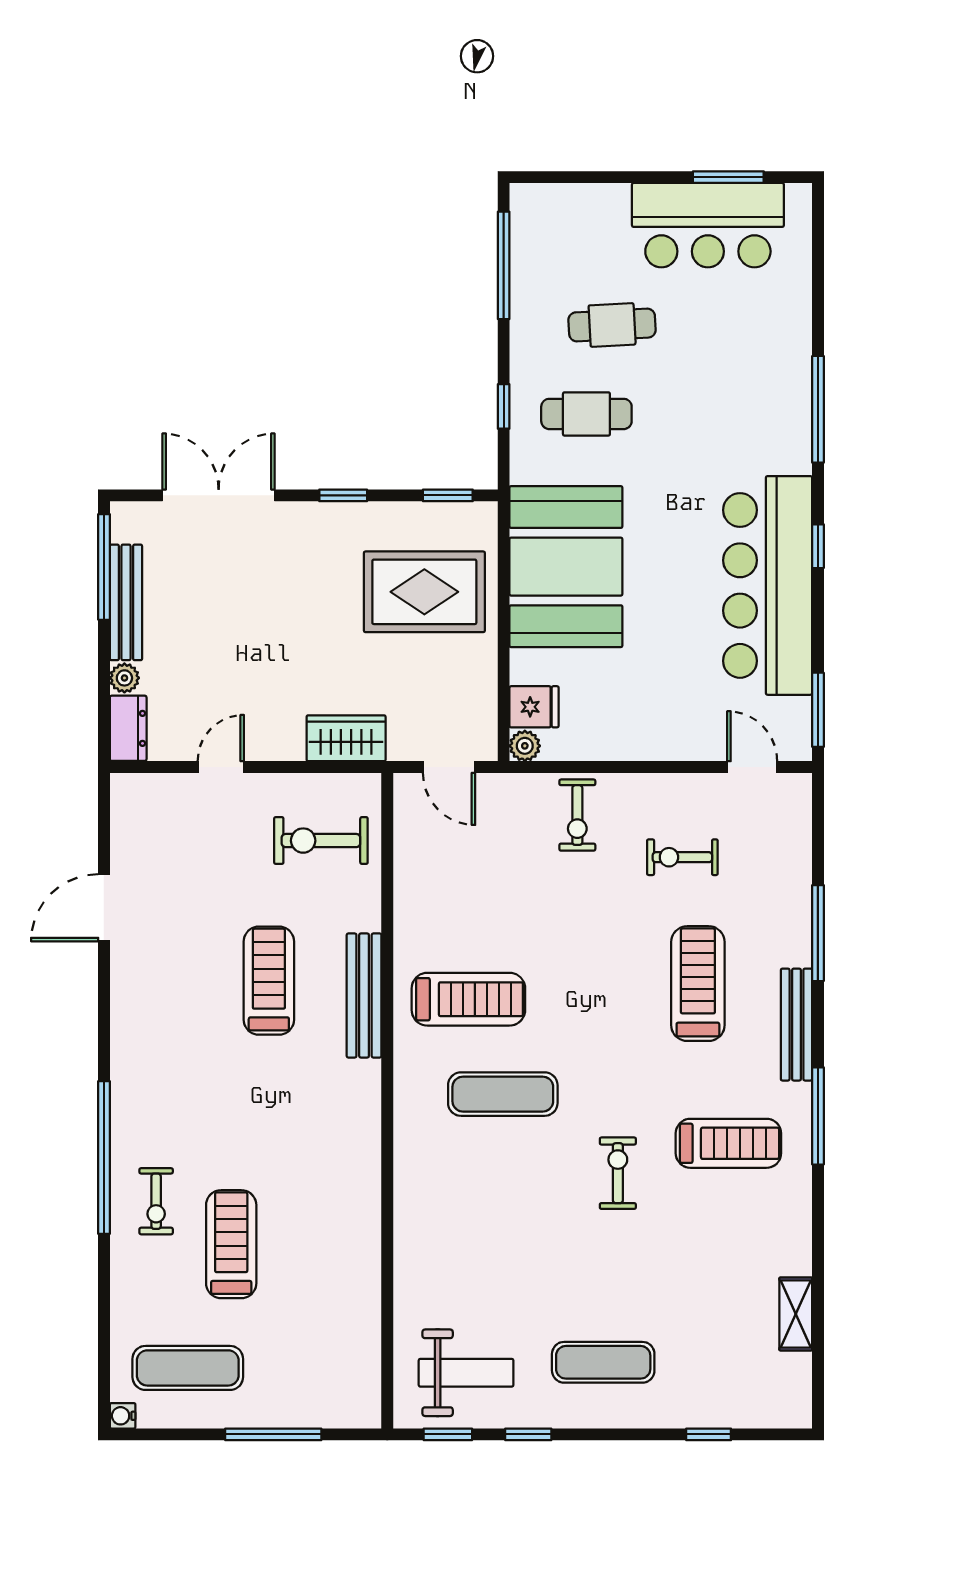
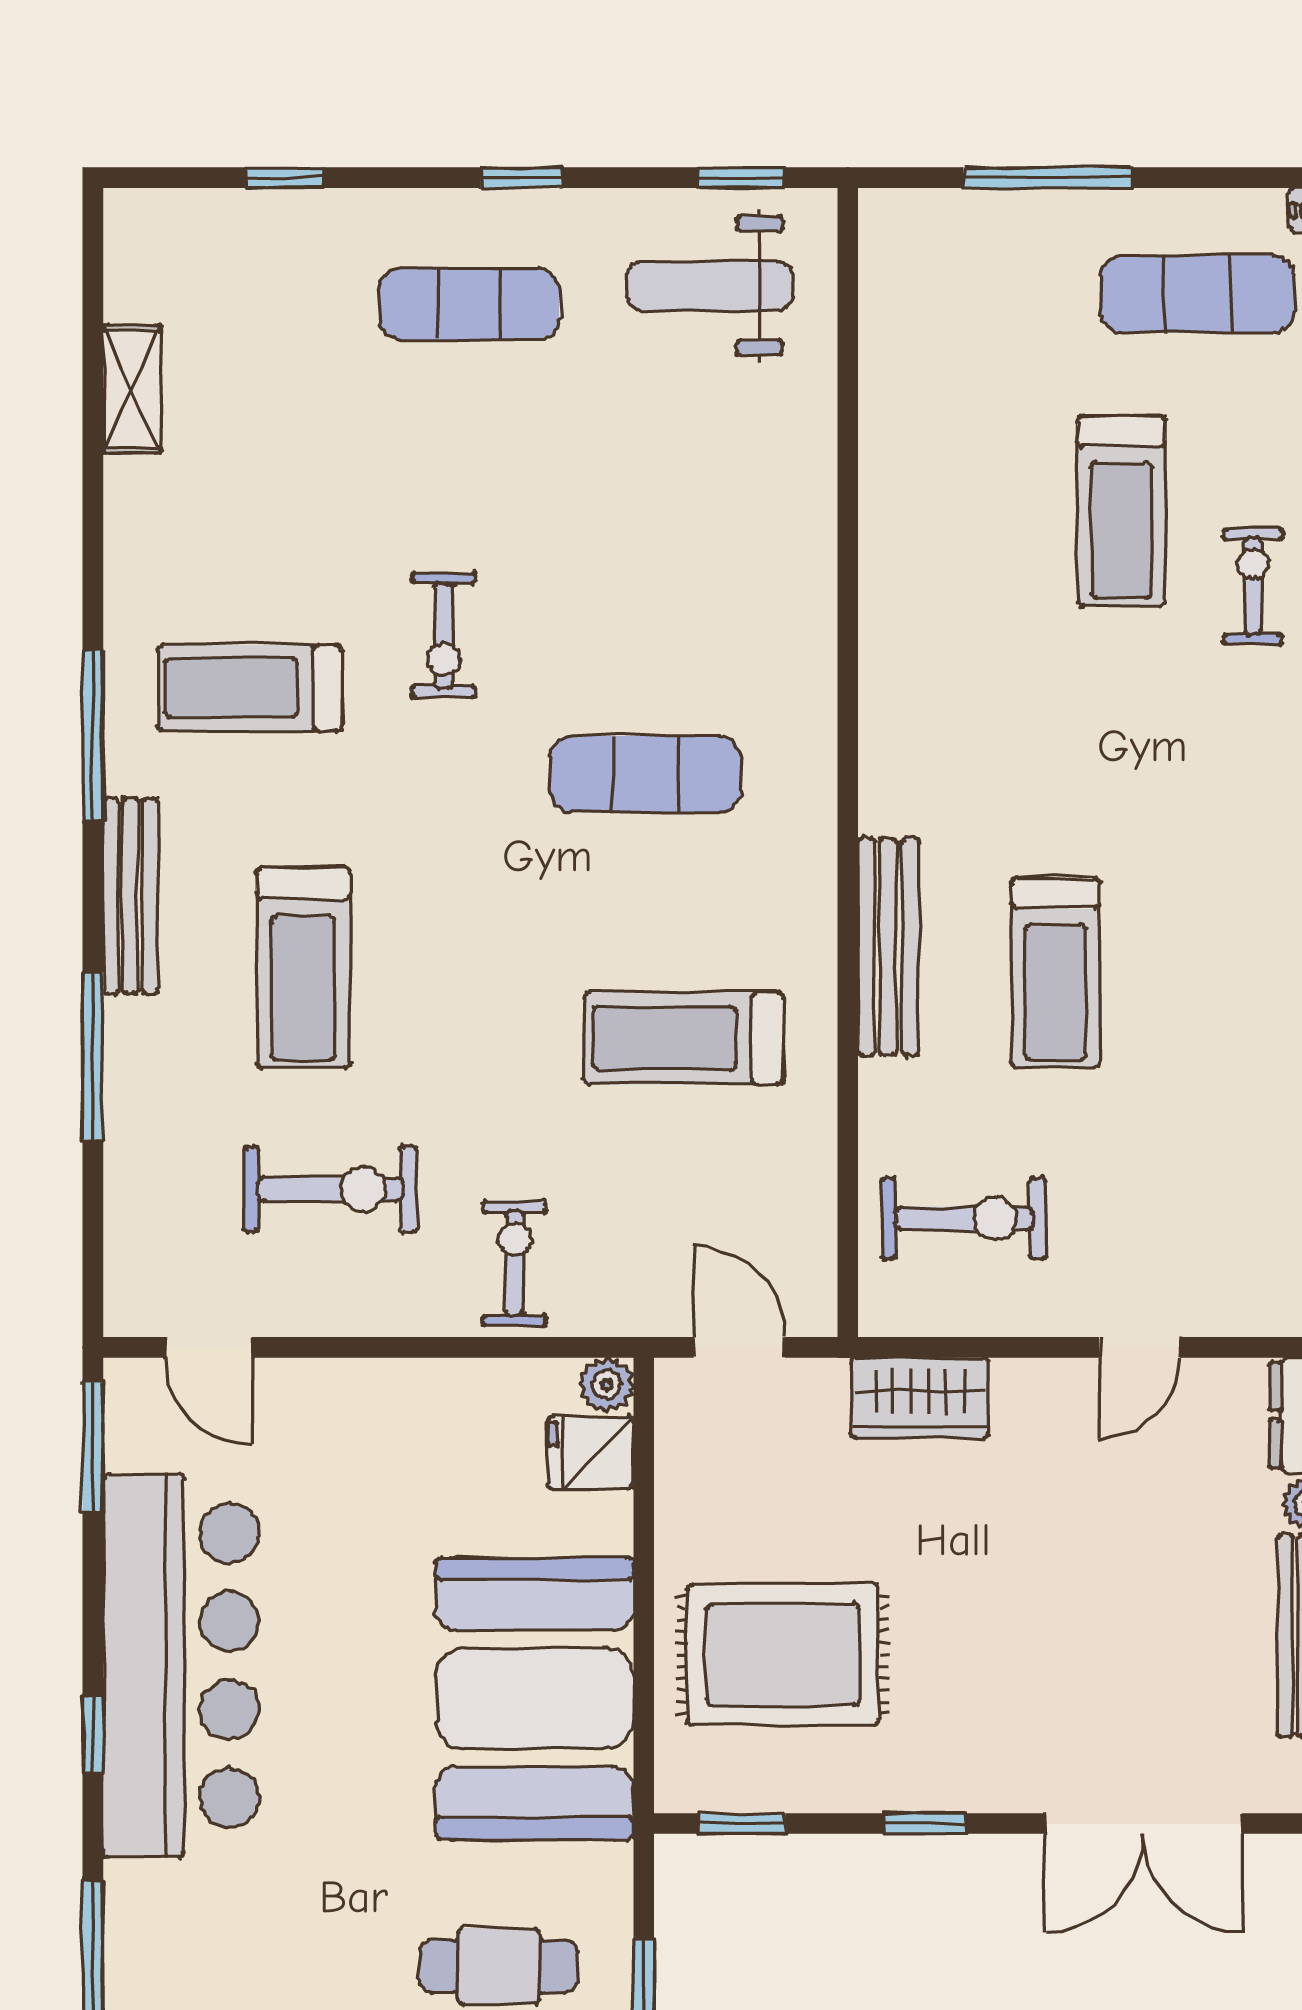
exercise bike: (682, 857) -> (330, 1189), width x1.38, depth x1.39
treadmill: (468, 999) -> (684, 1038), moved
window: (528, 1434) -> (521, 178), moved

